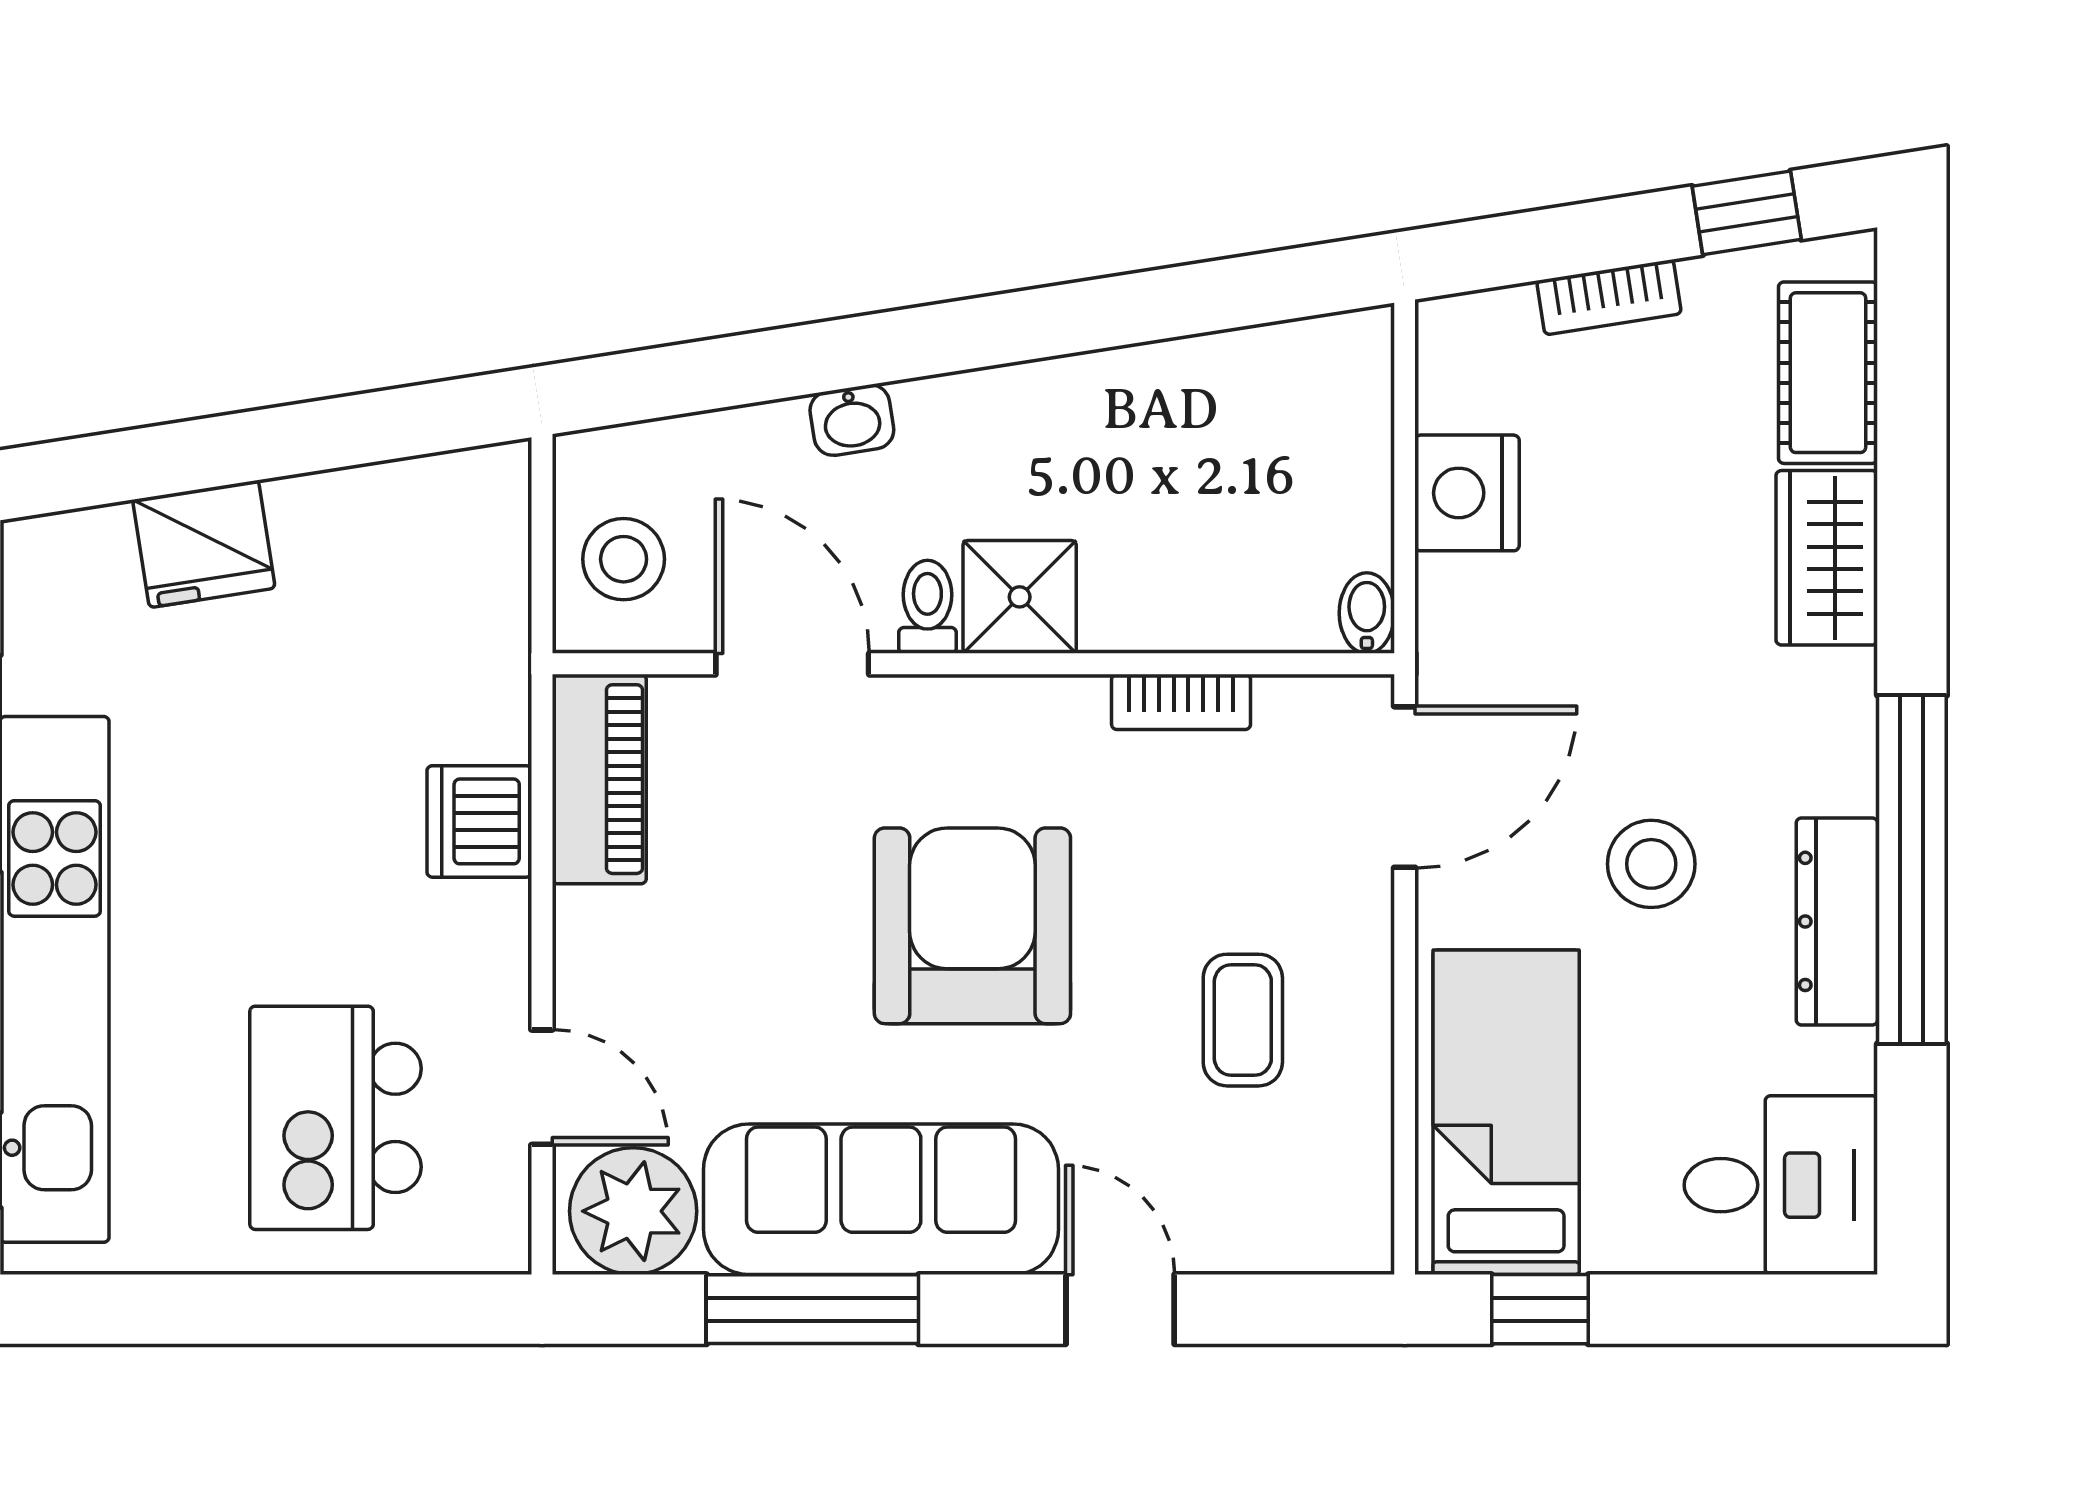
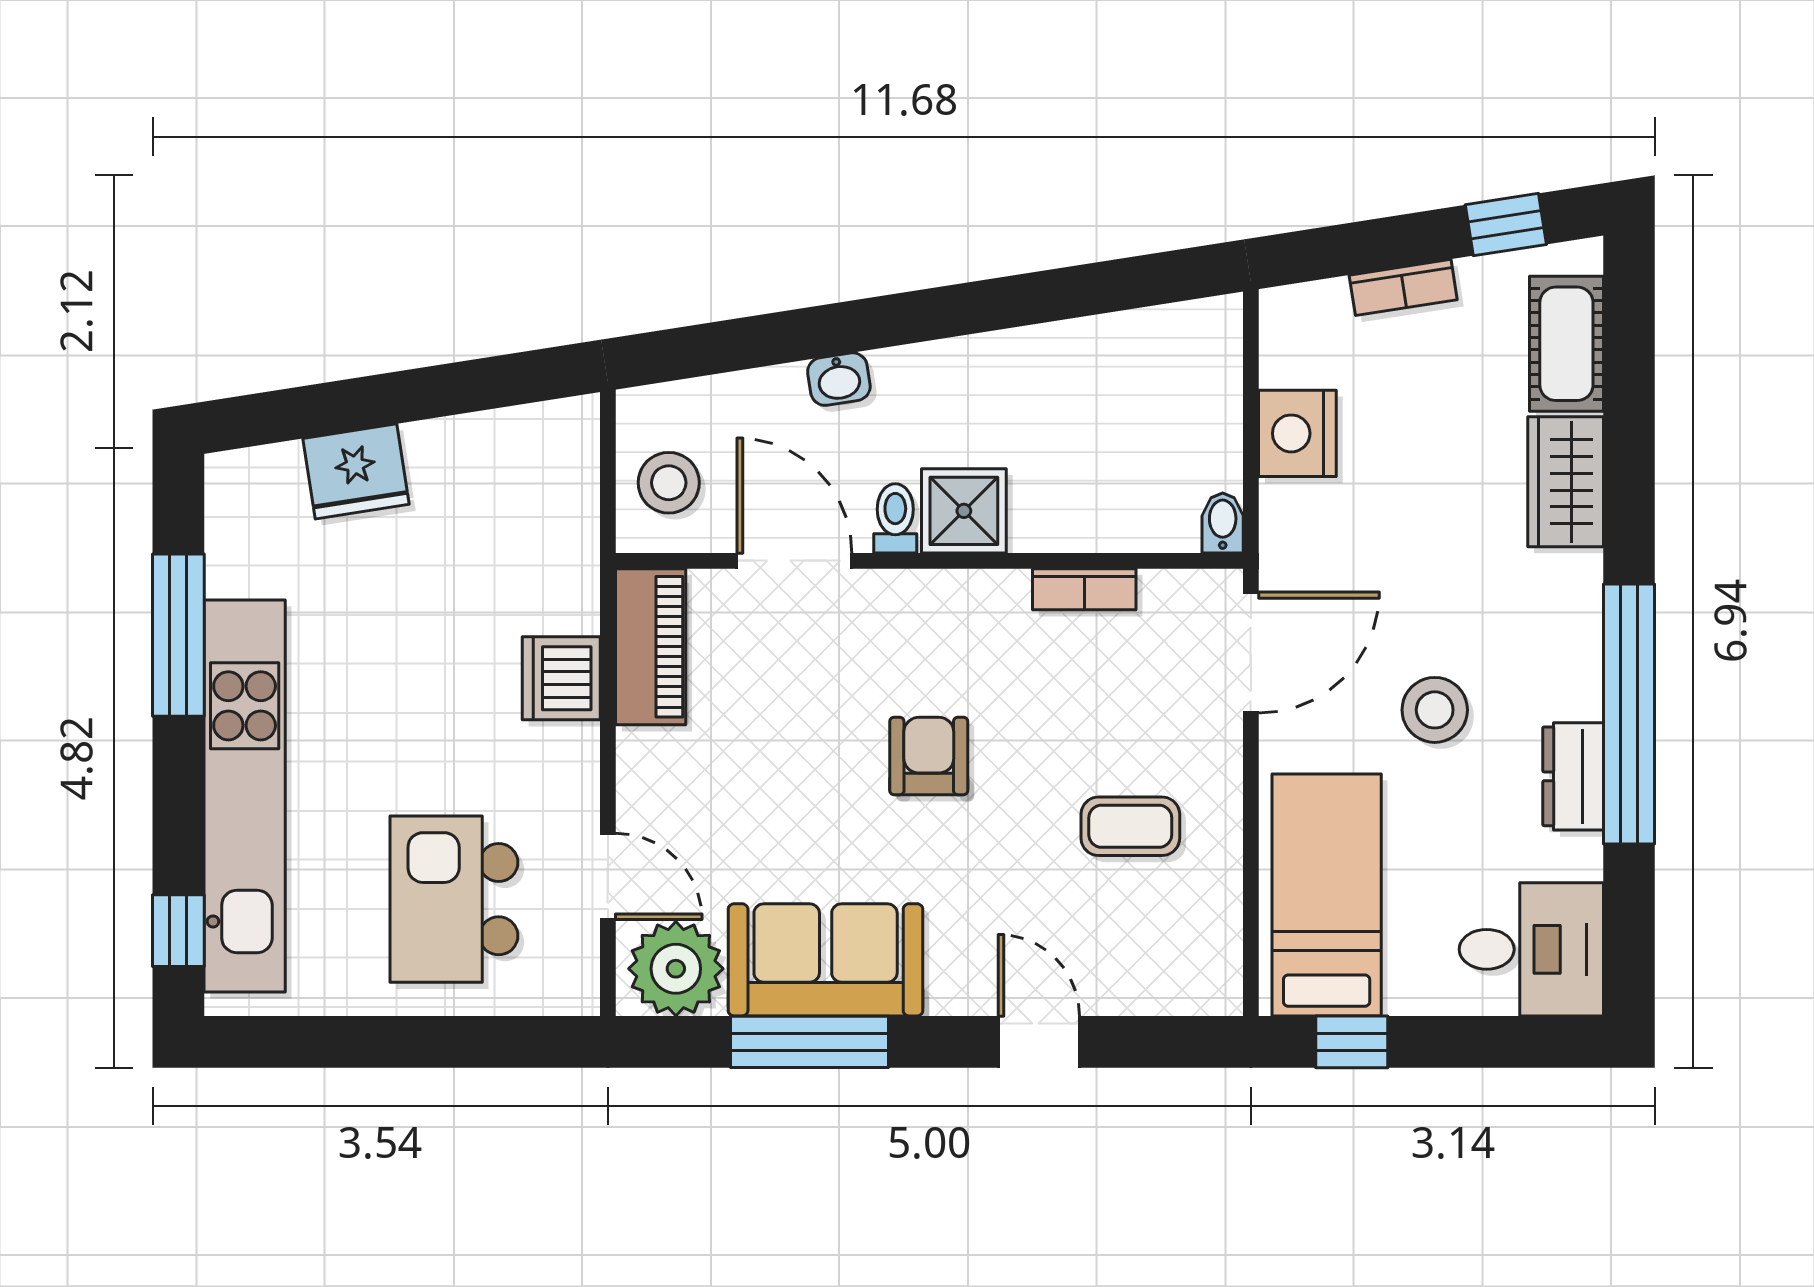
dresser: (1837, 921) -> (1573, 776), width x0.70
armchair: (972, 926) -> (929, 756), width x0.53, depth x0.53
coffee table: (1243, 1020) -> (1130, 826), turned 90
sofa: (881, 1199) -> (826, 960), width x0.73

